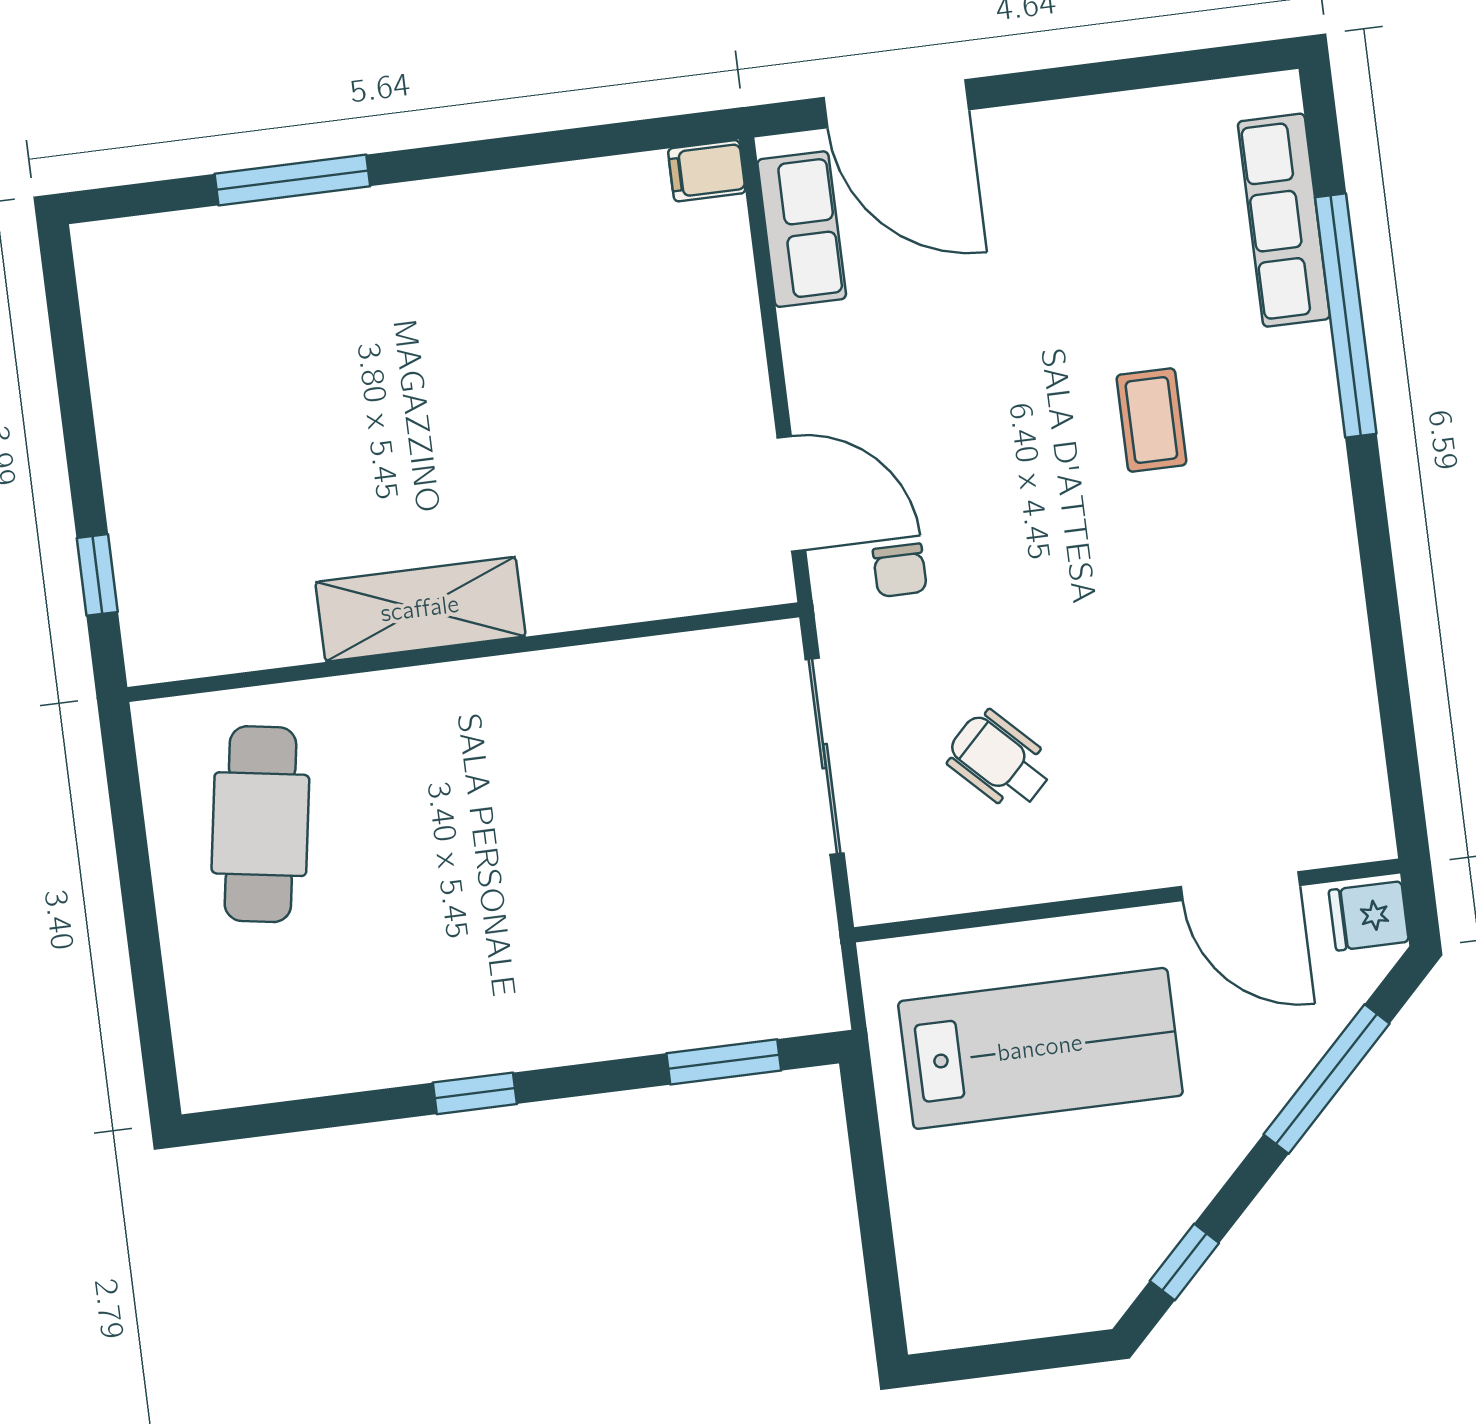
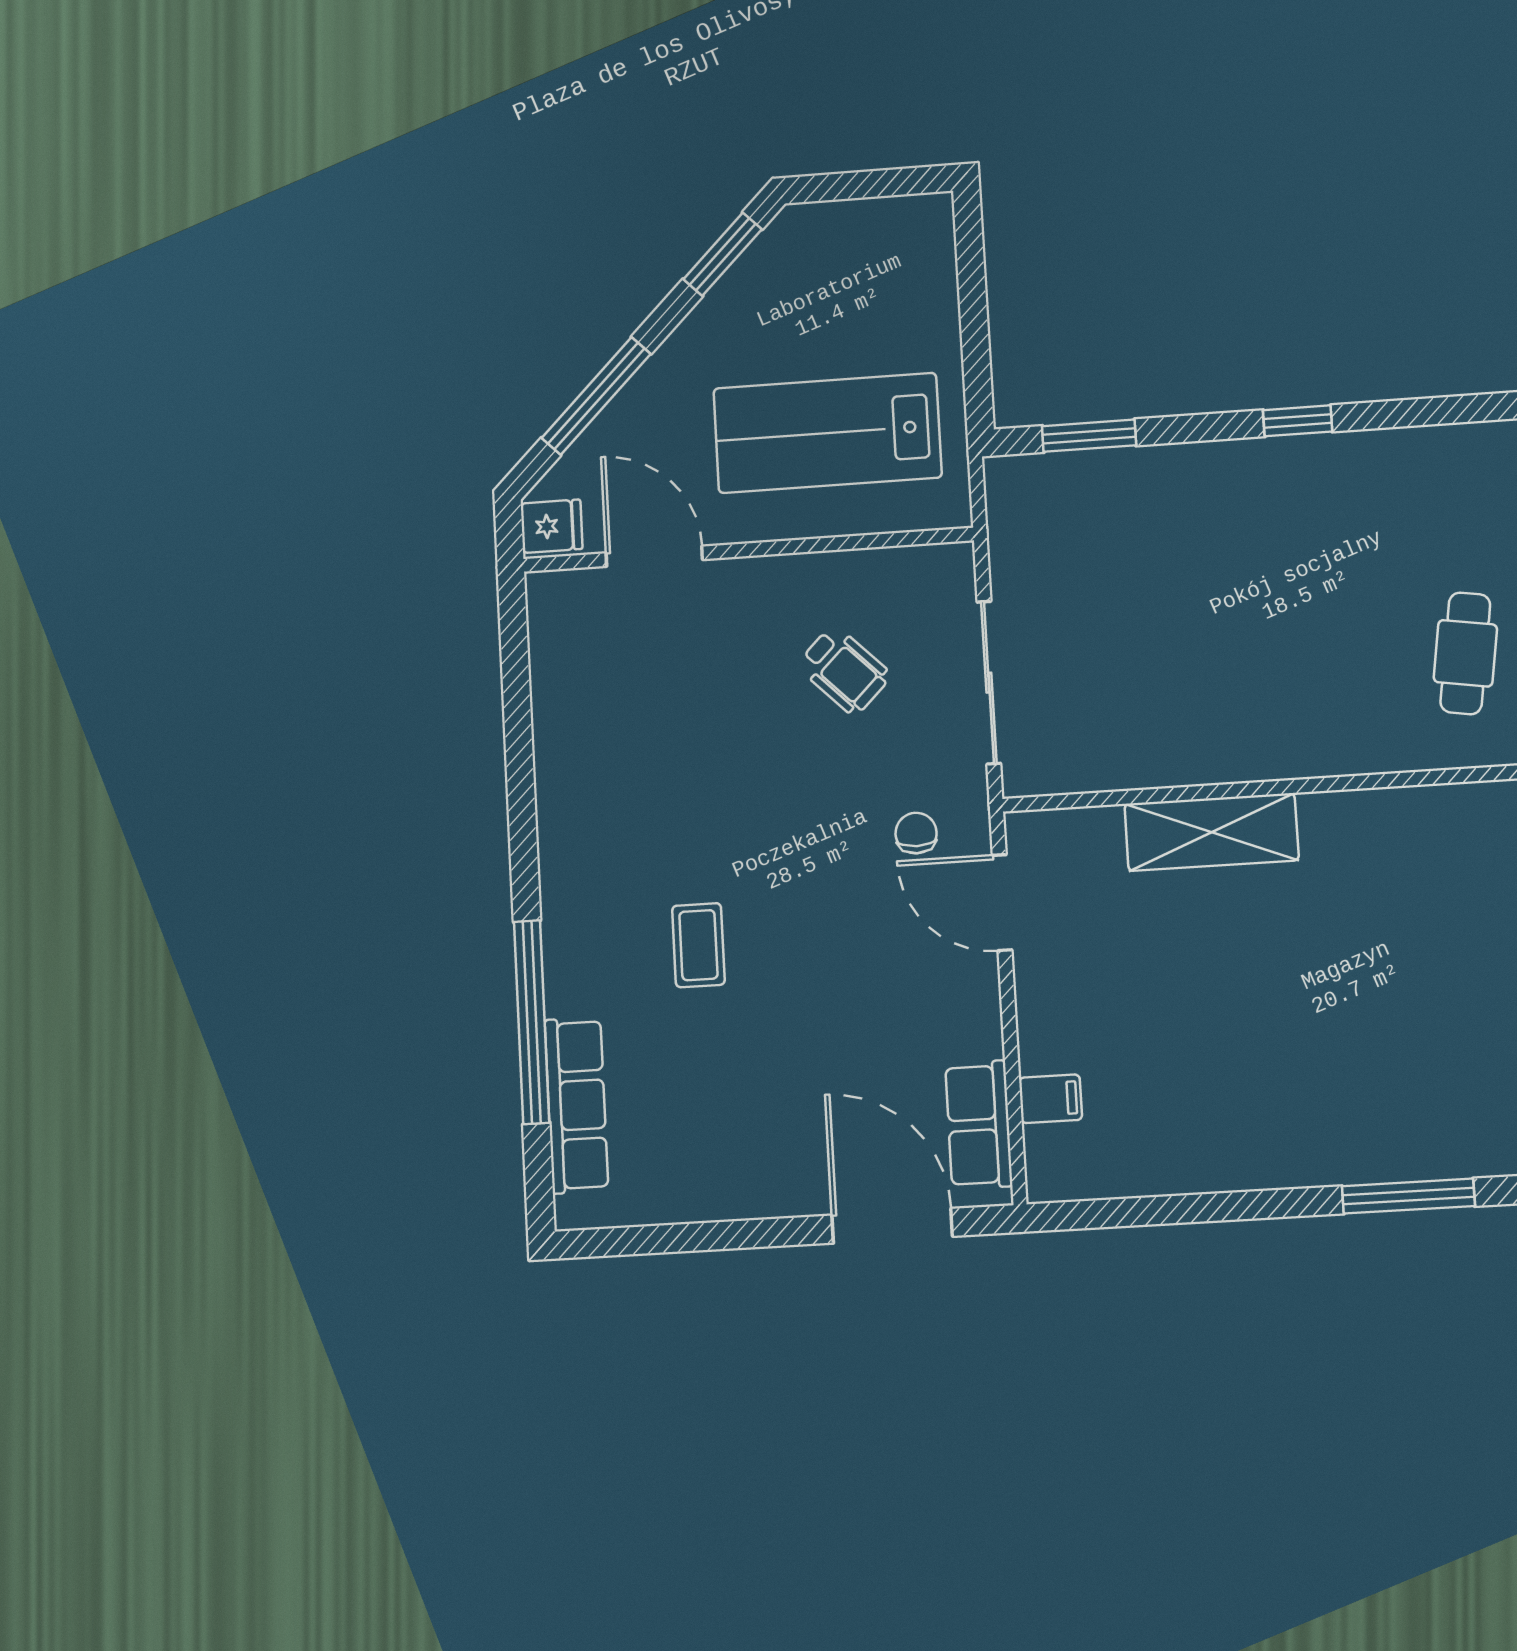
filing cabinet: (707, 171) -> (1051, 1099), moved
shelving: (420, 609) -> (1211, 832), moved
cafe table: (260, 824) -> (1465, 653), width x0.73, depth x0.74
window: (1184, 1262) -> (723, 254), width x1.50

